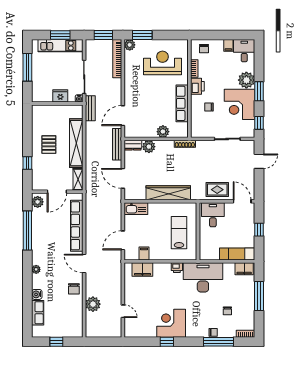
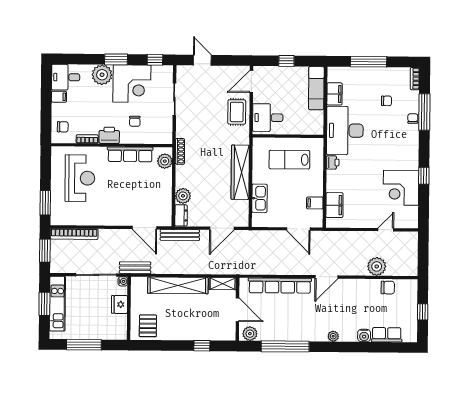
plant: (130, 45) -> (57, 218), removed
reception desk: (162, 63) -> (80, 178), turned 180
plant: (163, 132) -> (165, 161), moved
pallet: (49, 145) -> (148, 326), moved, turned 90
kitchen sink: (136, 209) -> (259, 198), moved
filing cabinet: (244, 269) -> (335, 94), moved
chair: (74, 289) -> (388, 288), moved
corner desk: (171, 323) -> (401, 188), moved

